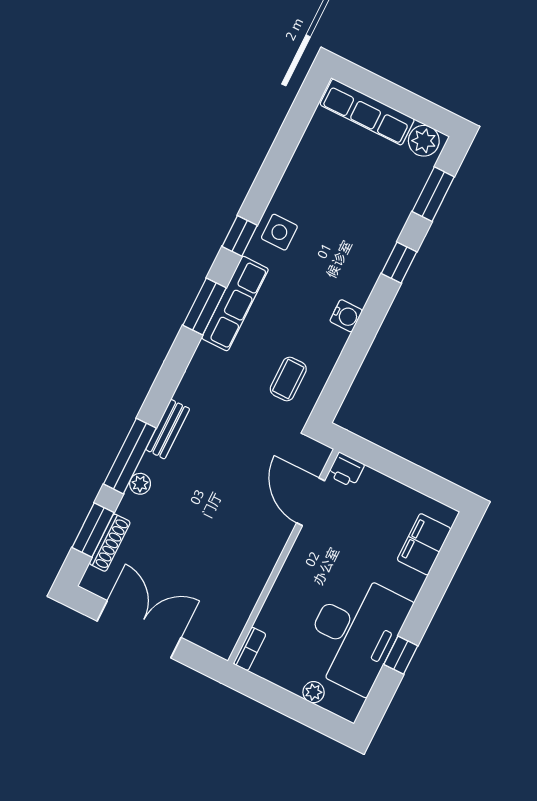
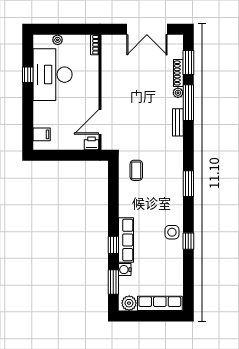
window: (240, 236) -> (188, 241), moved
row of seats: (235, 304) -> (126, 240), moved, turned 180
water cooler: (346, 316) -> (125, 270), moved
door: (311, 502) -> (100, 122), swing flipped
shoe rack: (110, 543) -> (178, 73), moved
filing cabinet: (424, 544) -> (42, 134), width x0.50

